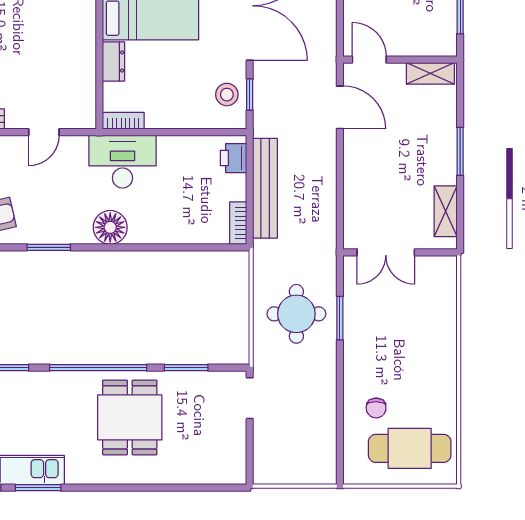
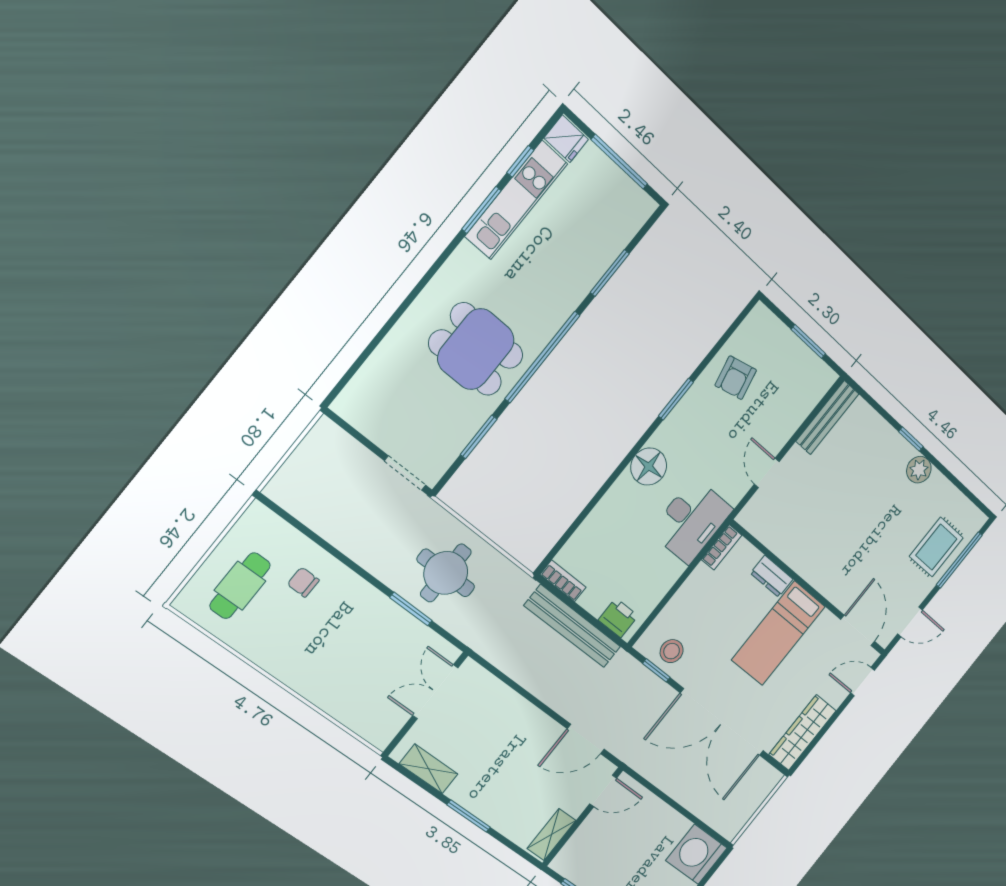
cafe table: (410, 448) -> (240, 586), width x0.73, depth x0.74

